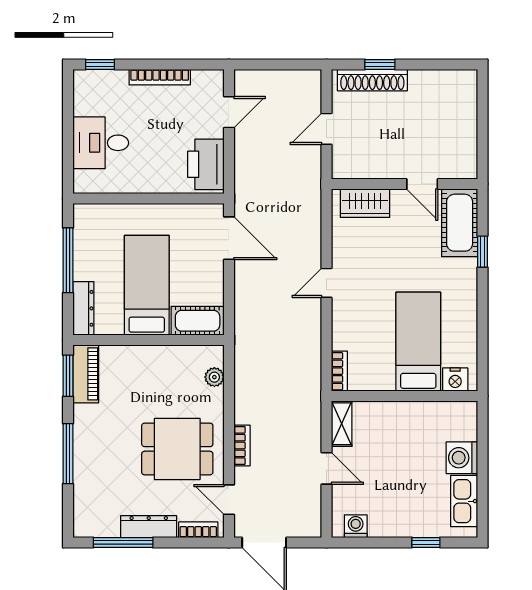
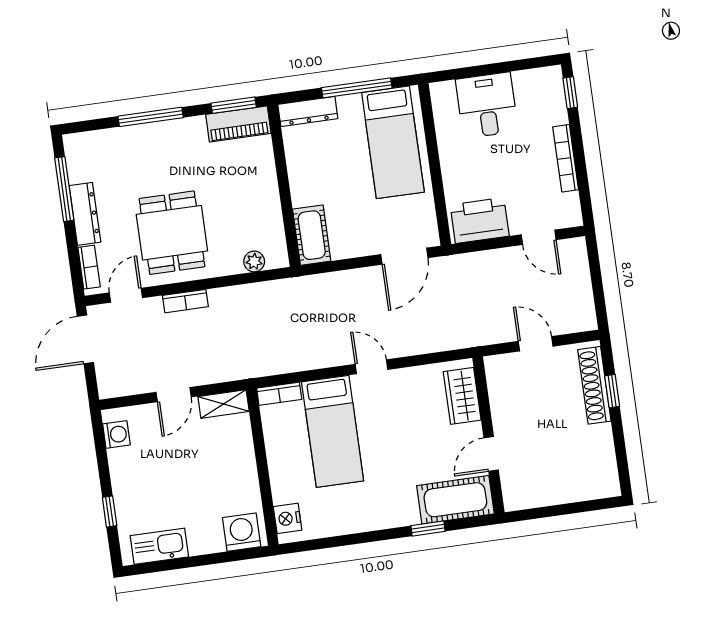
bed: (147, 285) -> (393, 142), moved, turned 90
bed: (418, 342) -> (333, 431), moved, turned 90
washing machine: (462, 458) -> (242, 532), moved

